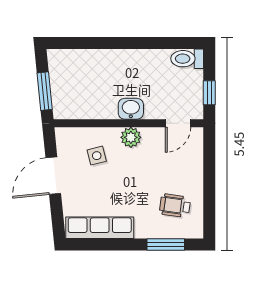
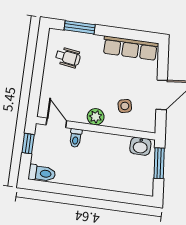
toilet: (152, 108) -> (76, 138), added
washbasin: (131, 109) -> (140, 146), moved
door: (178, 123) -> (56, 123), hinge flipped

